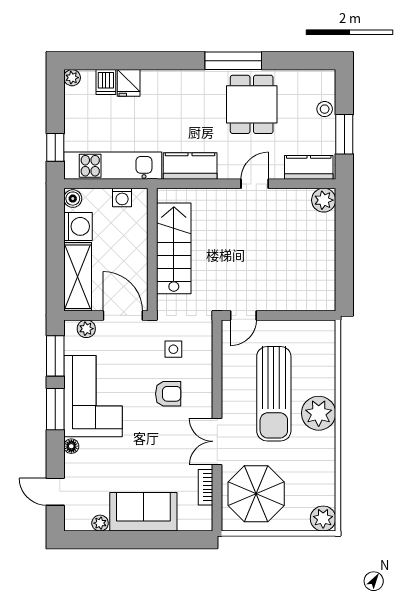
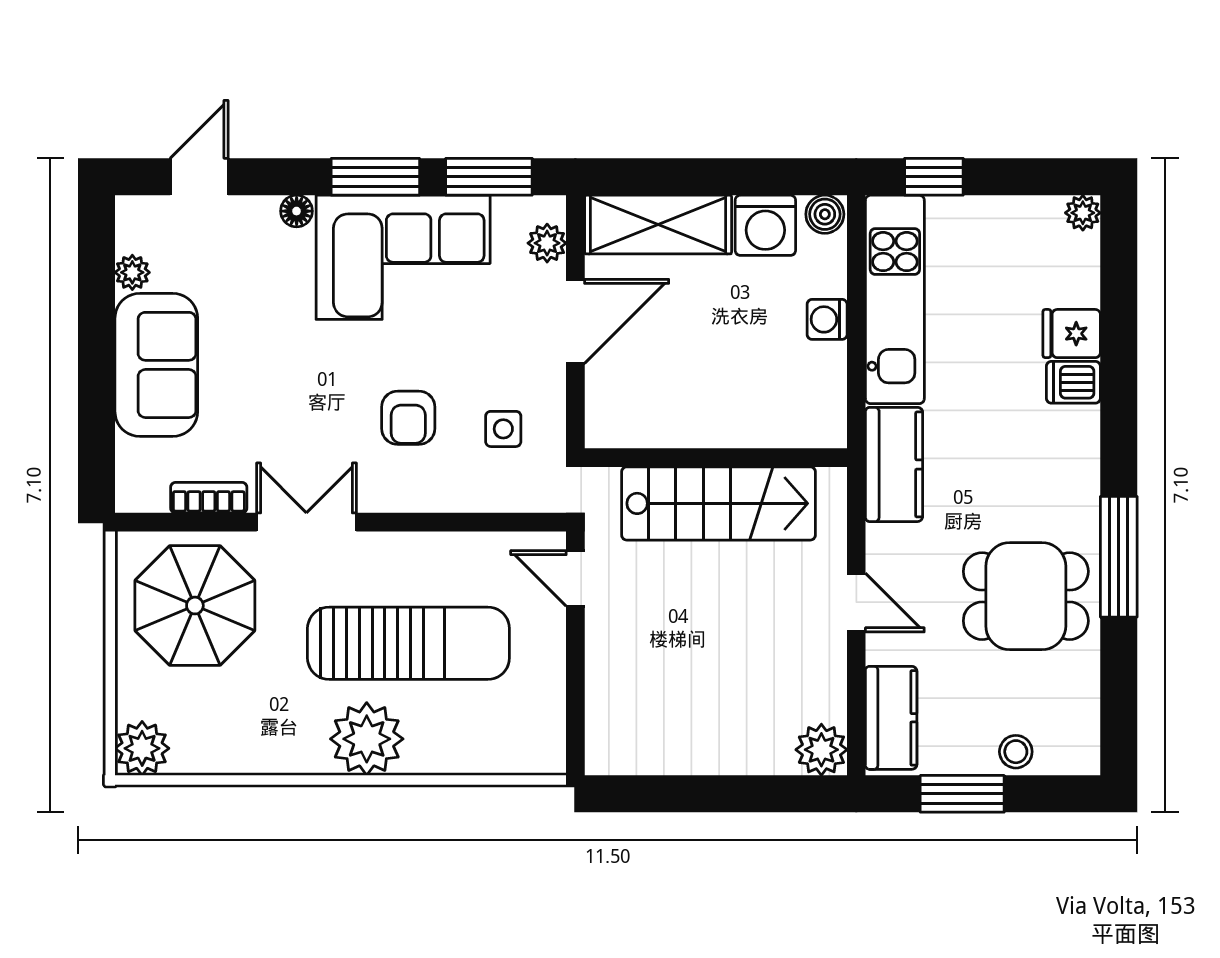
dishwasher: (106, 82) -> (1073, 382), moved
stairs: (174, 248) -> (719, 503), moved
wall: (152, 250) -> (716, 458), moved
sun lounger: (274, 394) -> (408, 643), turned 180

